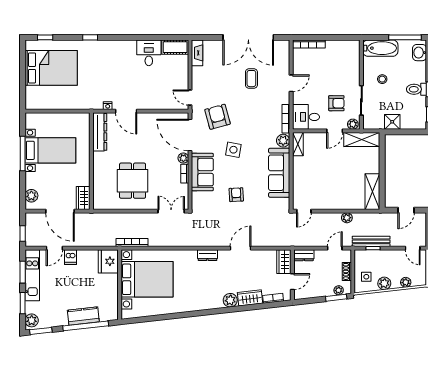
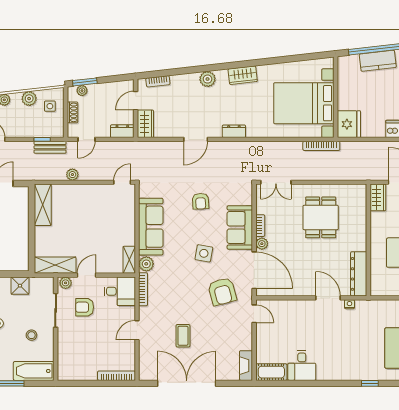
bench: (371, 241) -> (50, 147), width x0.73
wardrobe: (250, 298) -> (243, 75), moved

